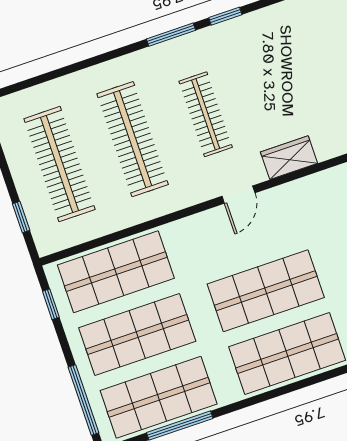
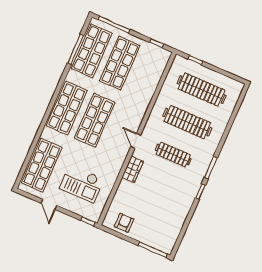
shop shelf: (116, 272) -> (148, 75), removed

